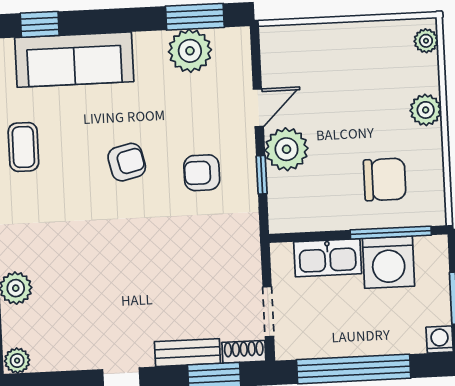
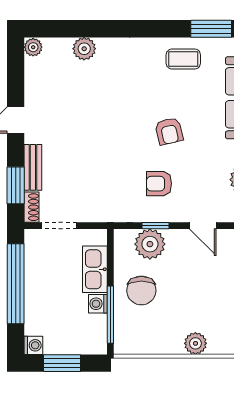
plant: (287, 149) -> (150, 244), moved
armchair: (202, 173) -> (159, 184), turned -90
chair: (385, 179) -> (141, 291), moved
washing machine: (389, 262) -> (98, 304), width x0.53, depth x0.53

